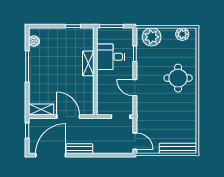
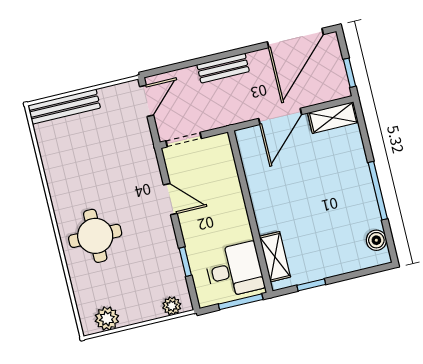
plant: (152, 37) -> (172, 306), width x0.53, depth x0.53
desk: (111, 57) -> (234, 270), moved
shelving: (88, 63) -> (275, 257), moved
door: (68, 117) -> (280, 116), hinge flipped
door: (135, 141) -> (147, 101), swing flipped
bench: (79, 149) -> (223, 68), moved

